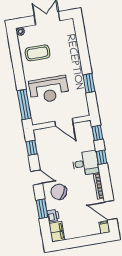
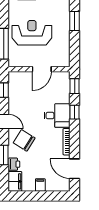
window: (89, 83) -> (75, 21), moved
reception desk: (49, 90) -> (32, 33), turned 180
door: (64, 122) -> (42, 69), hinge flipped
filing cabinet: (104, 227) -> (40, 185), moved

